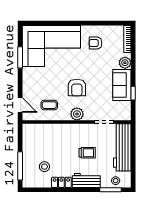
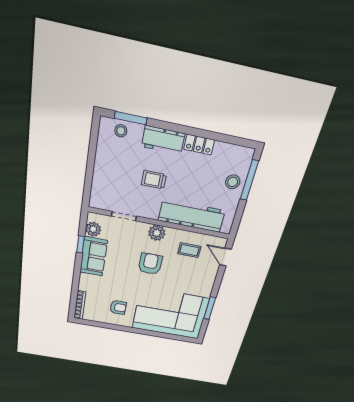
plant: (125, 63) -> (93, 229), moved
workbench: (122, 147) -> (192, 216), moved, turned -90
stool: (44, 167) -> (233, 182), moved

